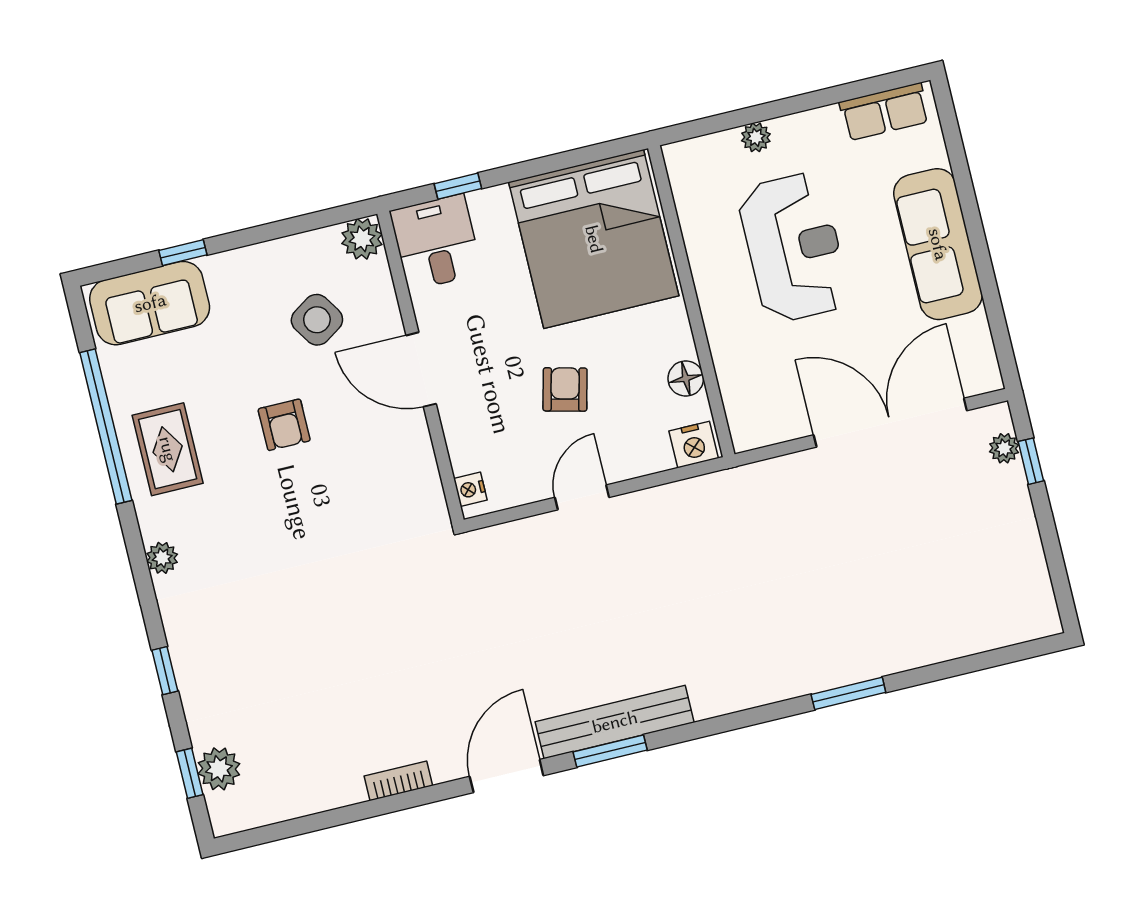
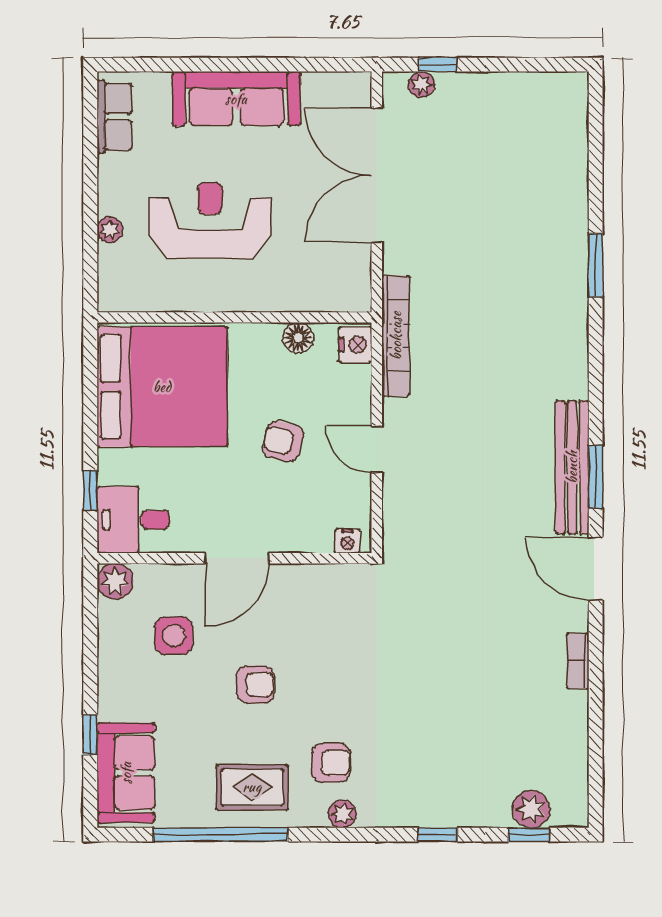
side table: (317, 320) -> (174, 636), turned 33
bookcase: (715, 488) -> (396, 336), added
armchair: (217, 531) -> (331, 763), added

